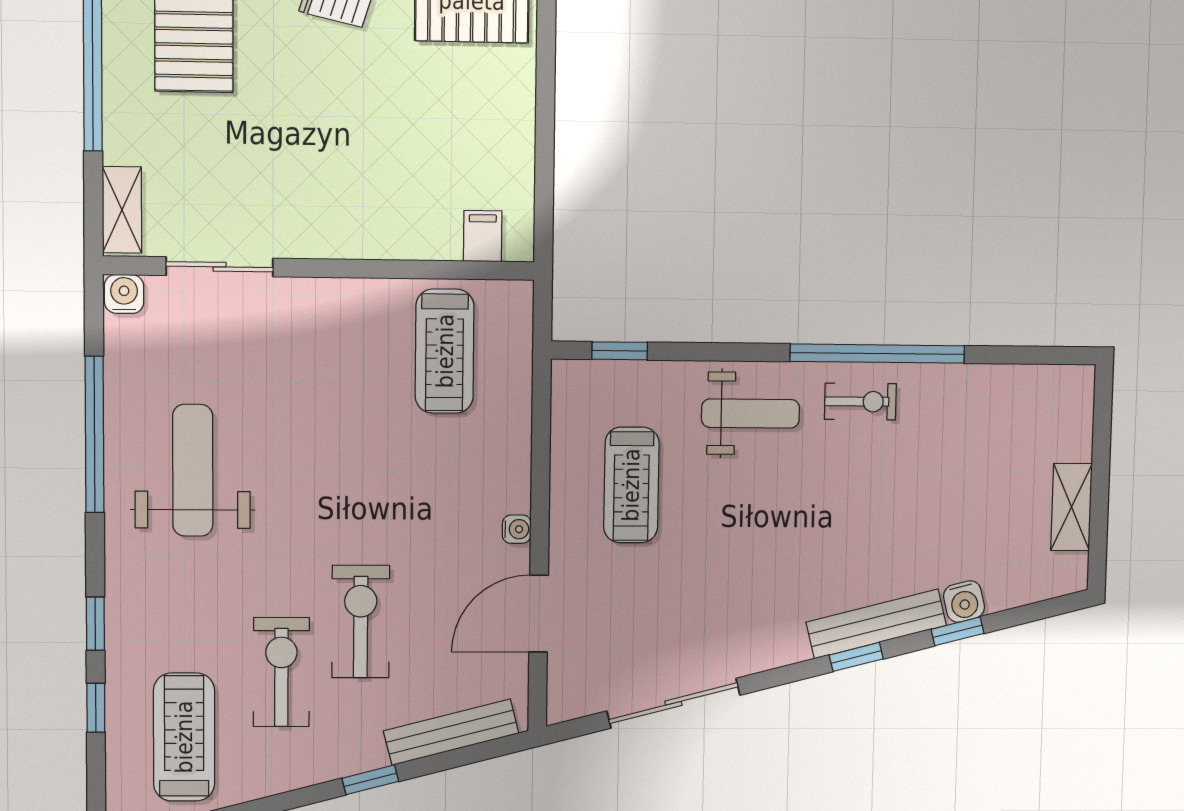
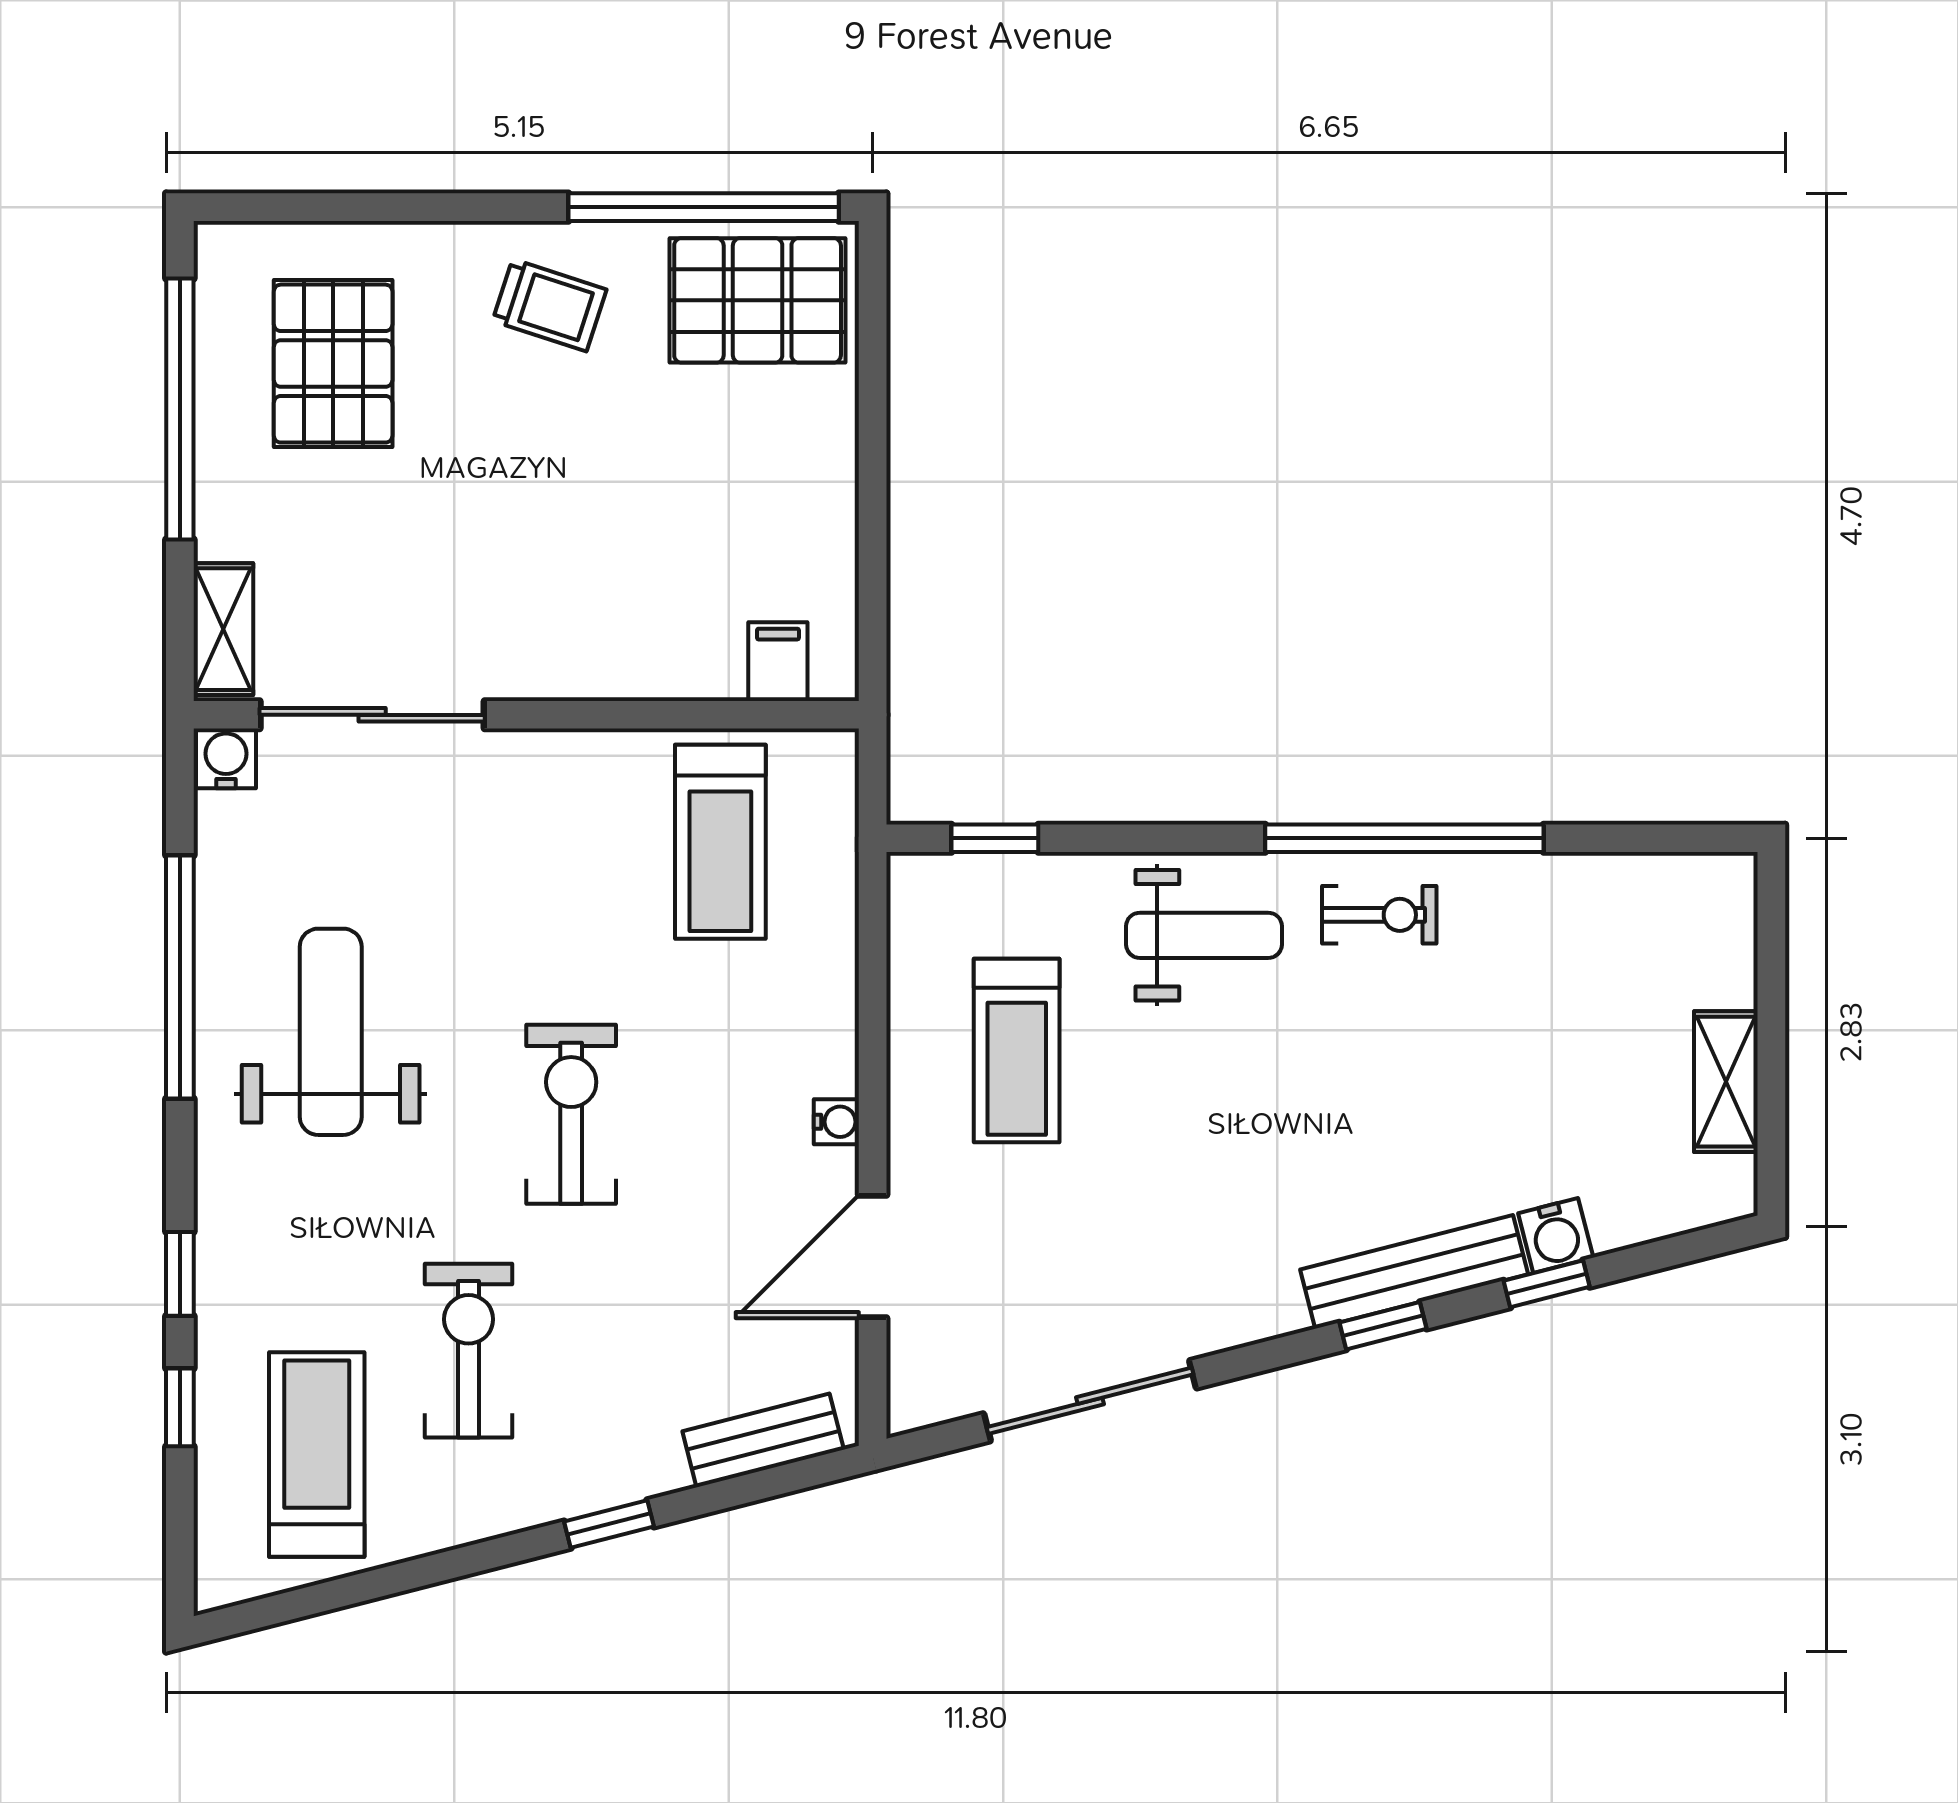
sliding door: (220, 267) -> (372, 715), width x1.37
exercise bike: (361, 621) -> (571, 1114), moved
bench: (451, 732) -> (763, 1440), width x0.73

